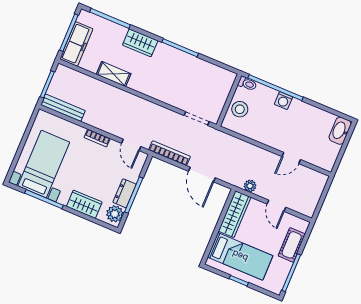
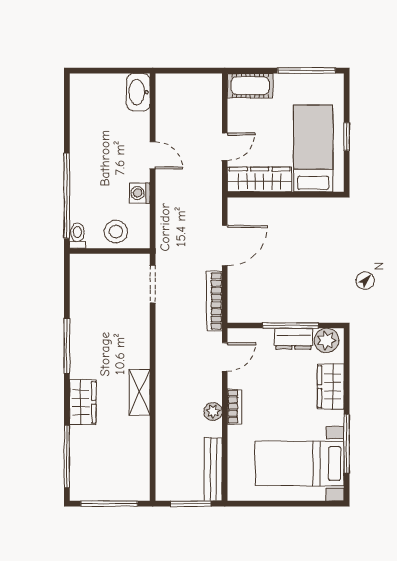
freezer: (76, 44) -> (120, 487), removed
shelving: (114, 74) -> (140, 392), moved
washing machine: (283, 101) -> (140, 193), moved, turned 180
washbasin: (340, 131) -> (138, 92), moved, turned 90
door: (291, 158) -> (153, 155), moved
plant: (250, 186) -> (213, 411), moved
door: (276, 206) -> (225, 147), moved
cot: (292, 245) -> (250, 86), moved

